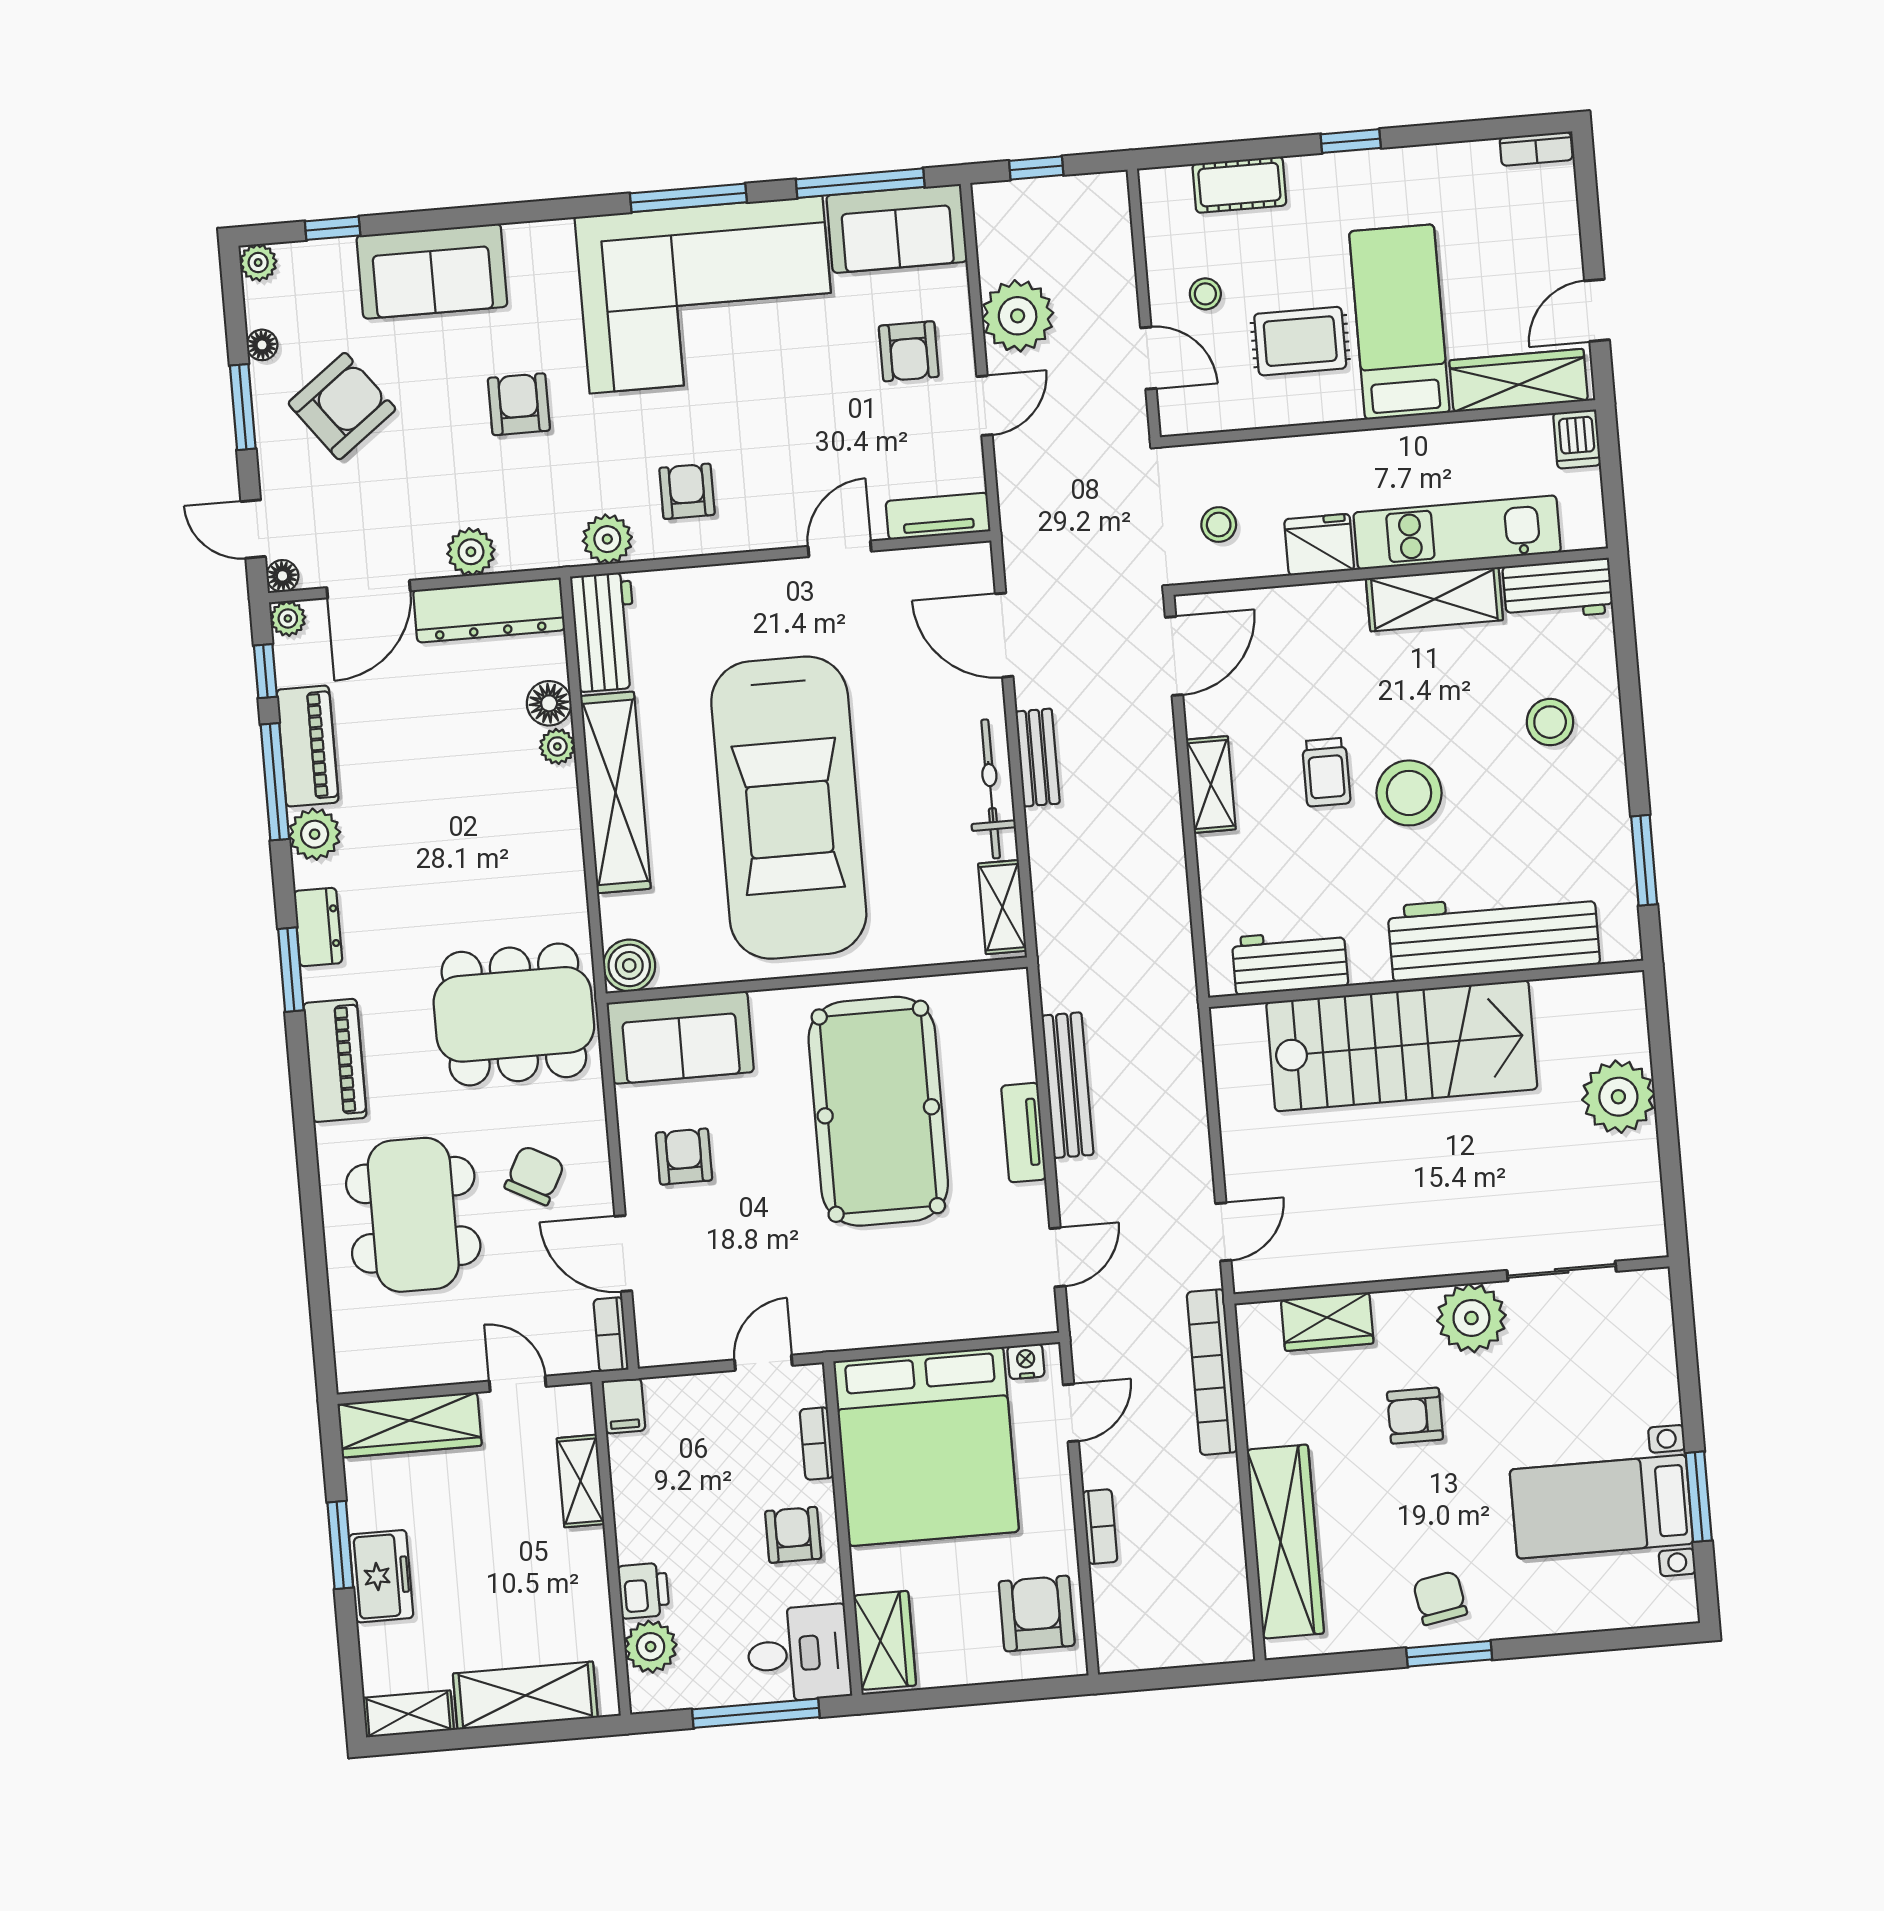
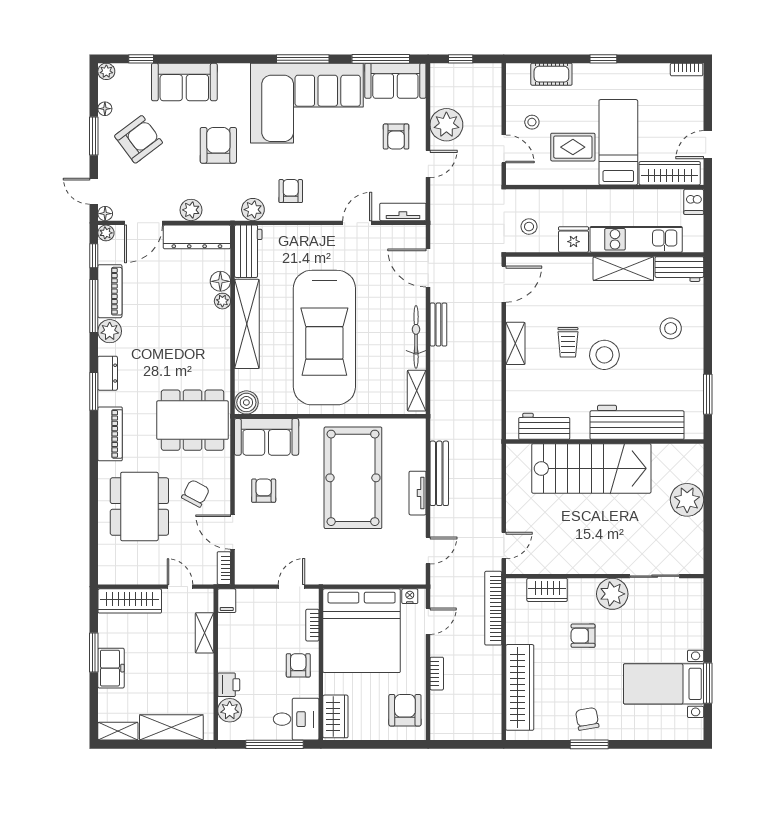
armchair: (519, 404) -> (218, 145), width x1.38, depth x1.38

